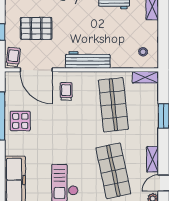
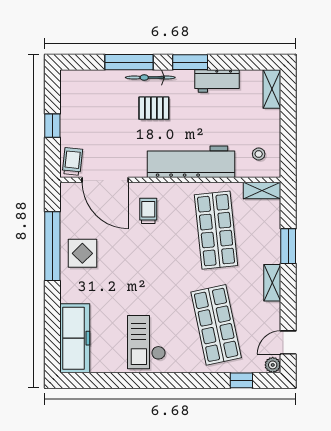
pallet: (36, 28) -> (154, 108), moved, width x0.67, depth x0.71
workbench: (88, 60) -> (191, 162), width x1.36, depth x1.32
shelving: (152, 159) -> (272, 283), moved

